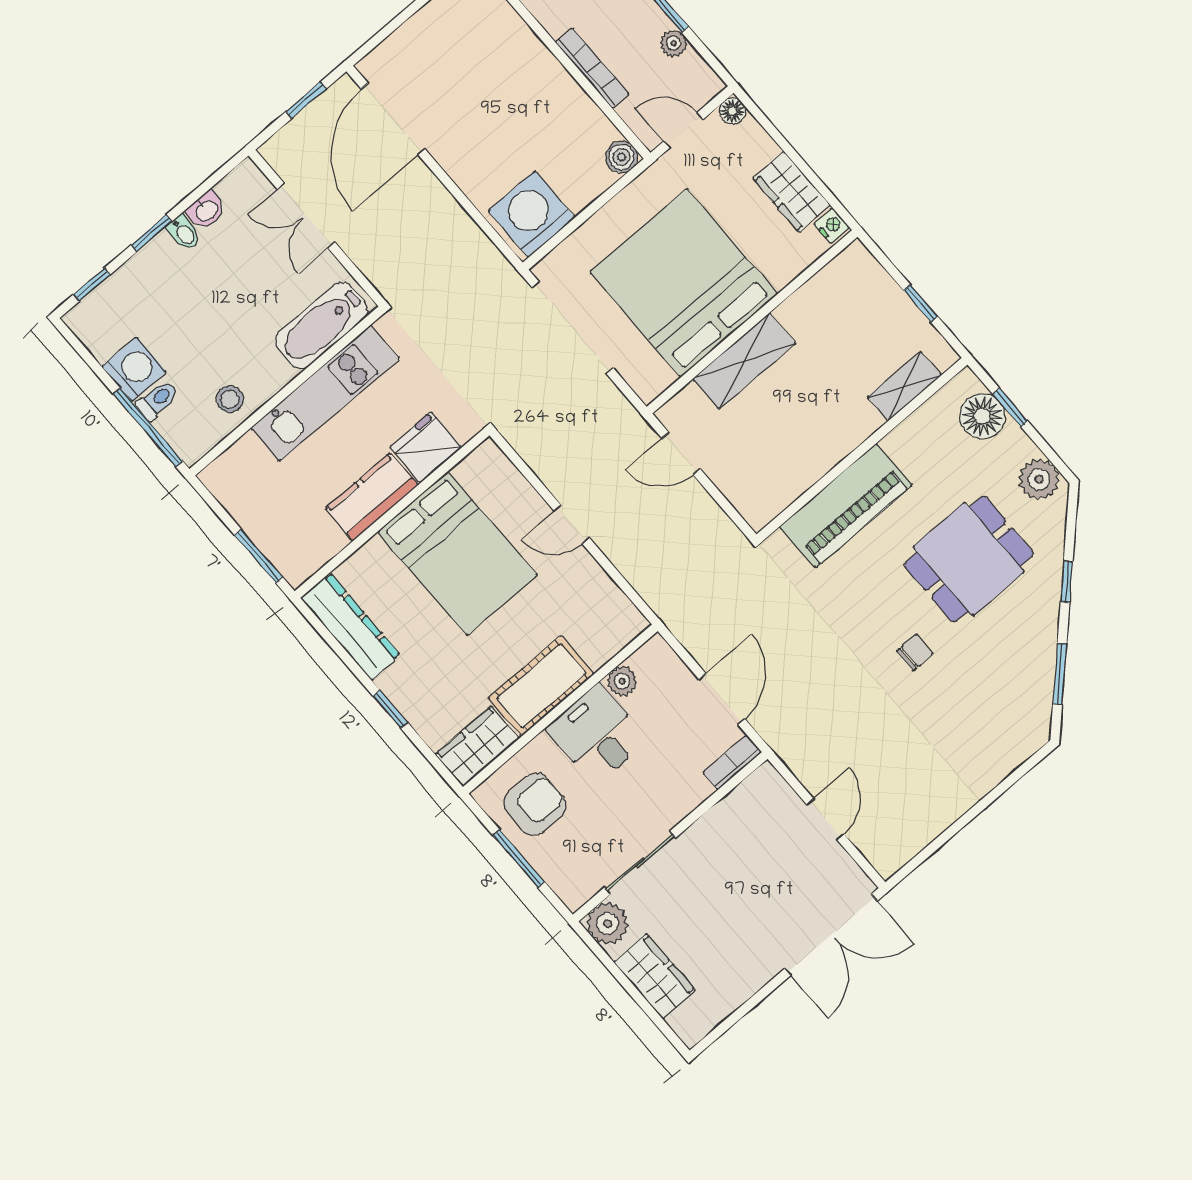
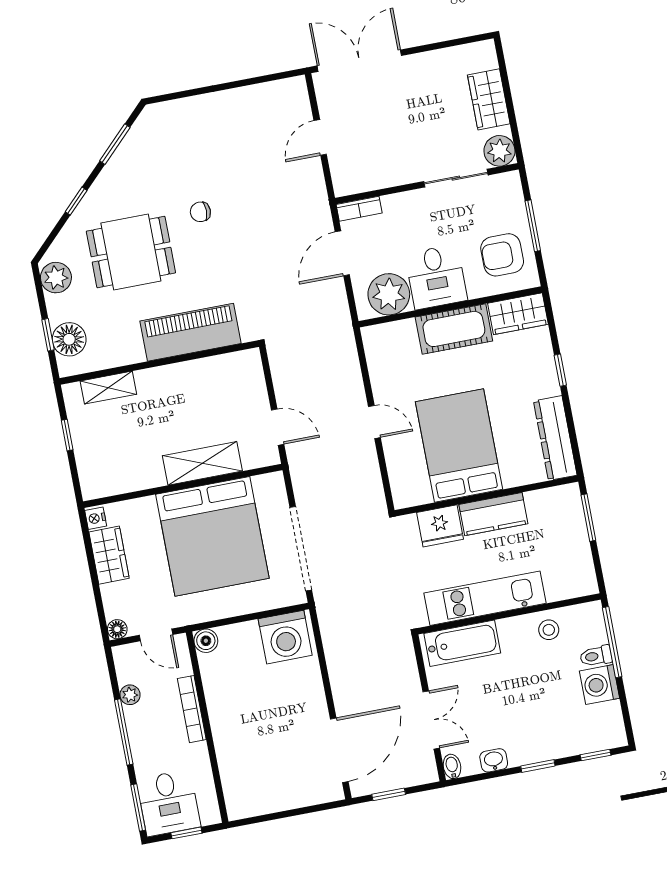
bidet: (184, 233) -> (452, 766), moved
plant: (622, 681) -> (389, 294), width x1.88, depth x1.88

